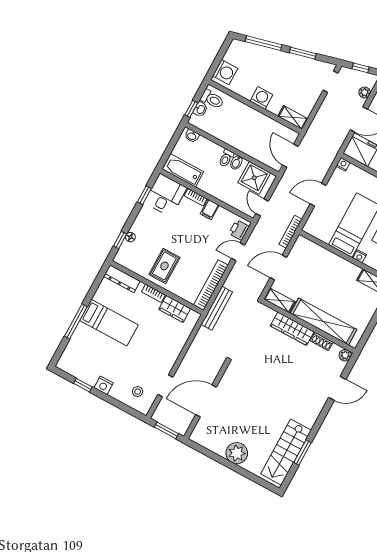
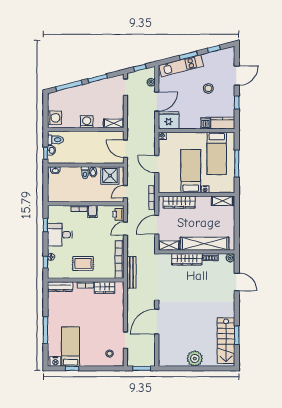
bathtub: (183, 170) -> (62, 196), removed
desk: (165, 195) -> (60, 235), moved, turned -90
door: (318, 195) -> (157, 164), hinge flipped
door: (262, 207) -> (125, 192), hinge flipped
wardrobe: (320, 255) -> (179, 202), added
rug: (164, 266) -> (83, 263), turned 90
bed: (109, 323) -> (70, 347), moved, turned -90
nightstand: (104, 385) -> (55, 361), moved
door: (337, 388) -> (237, 282), hinge flipped
door: (206, 401) -> (157, 322), moved

